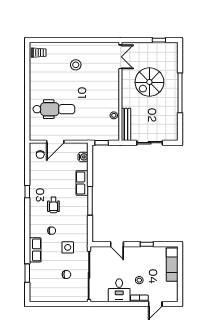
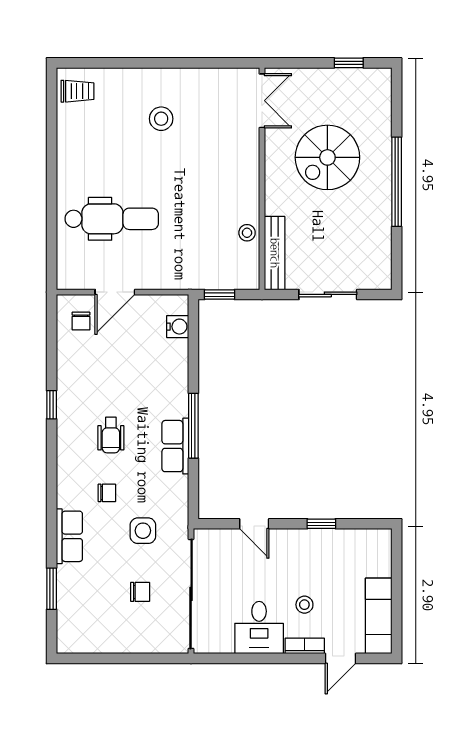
row of seats: (82, 183) -> (175, 446), moved
exam couch: (172, 265) -> (379, 616), moved

